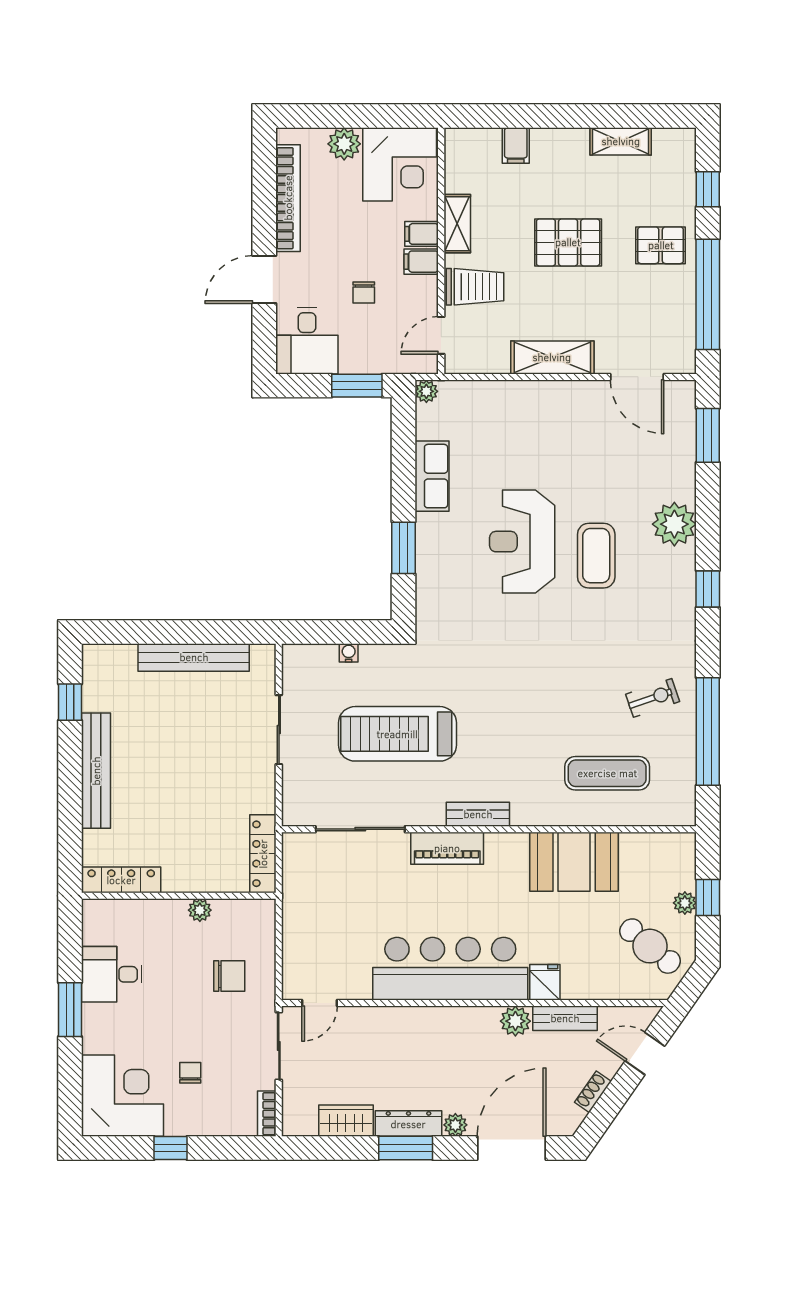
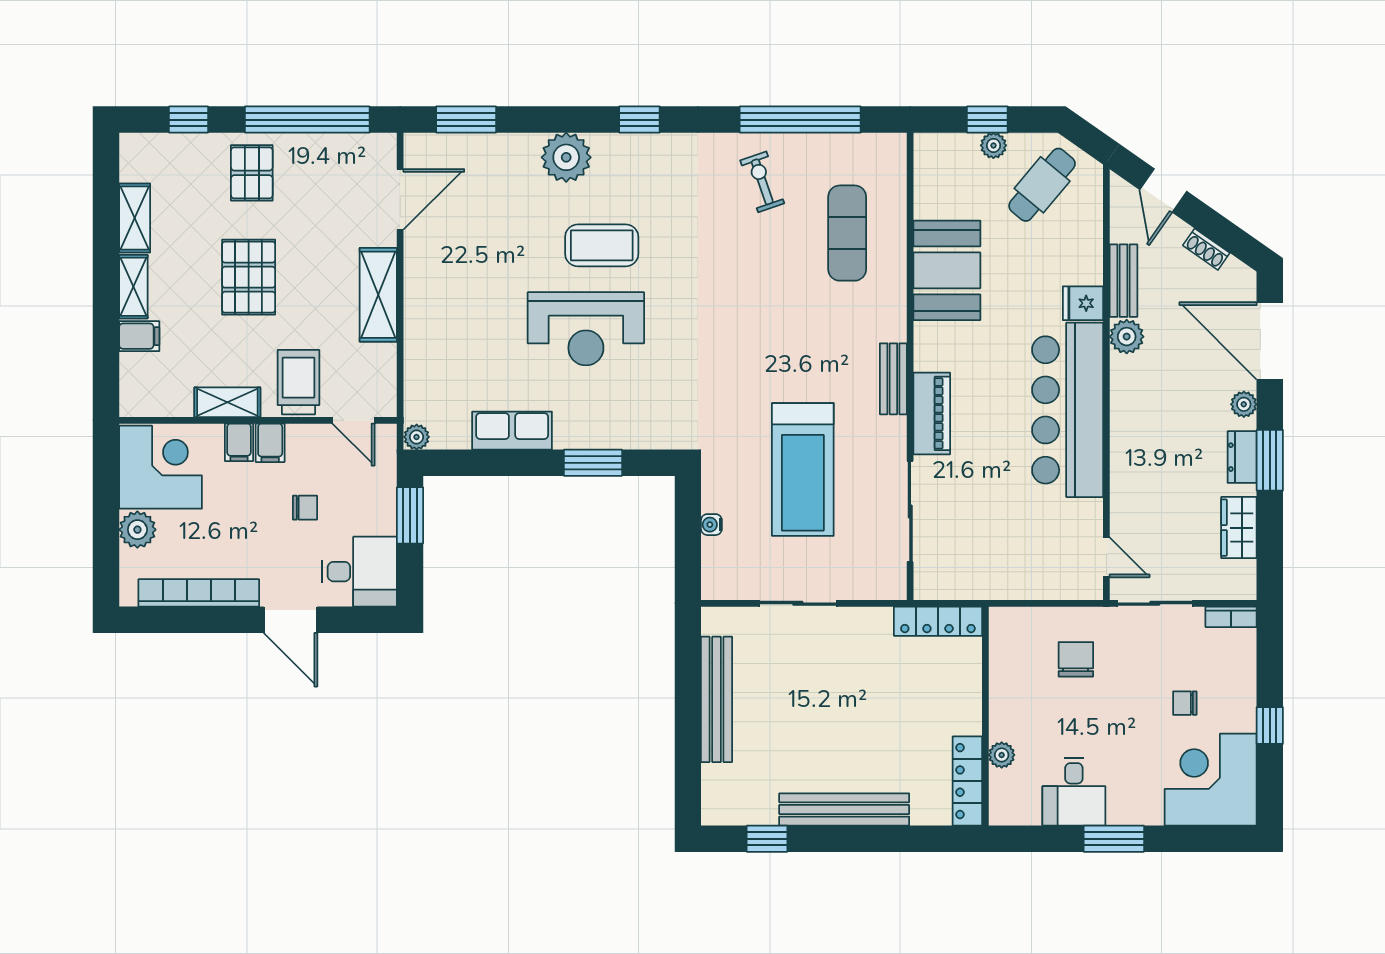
shelving: (560, 140) -> (133, 287), added
plant: (200, 910) -> (1002, 755), moved
dresser: (408, 1124) -> (1242, 457), width x0.70

